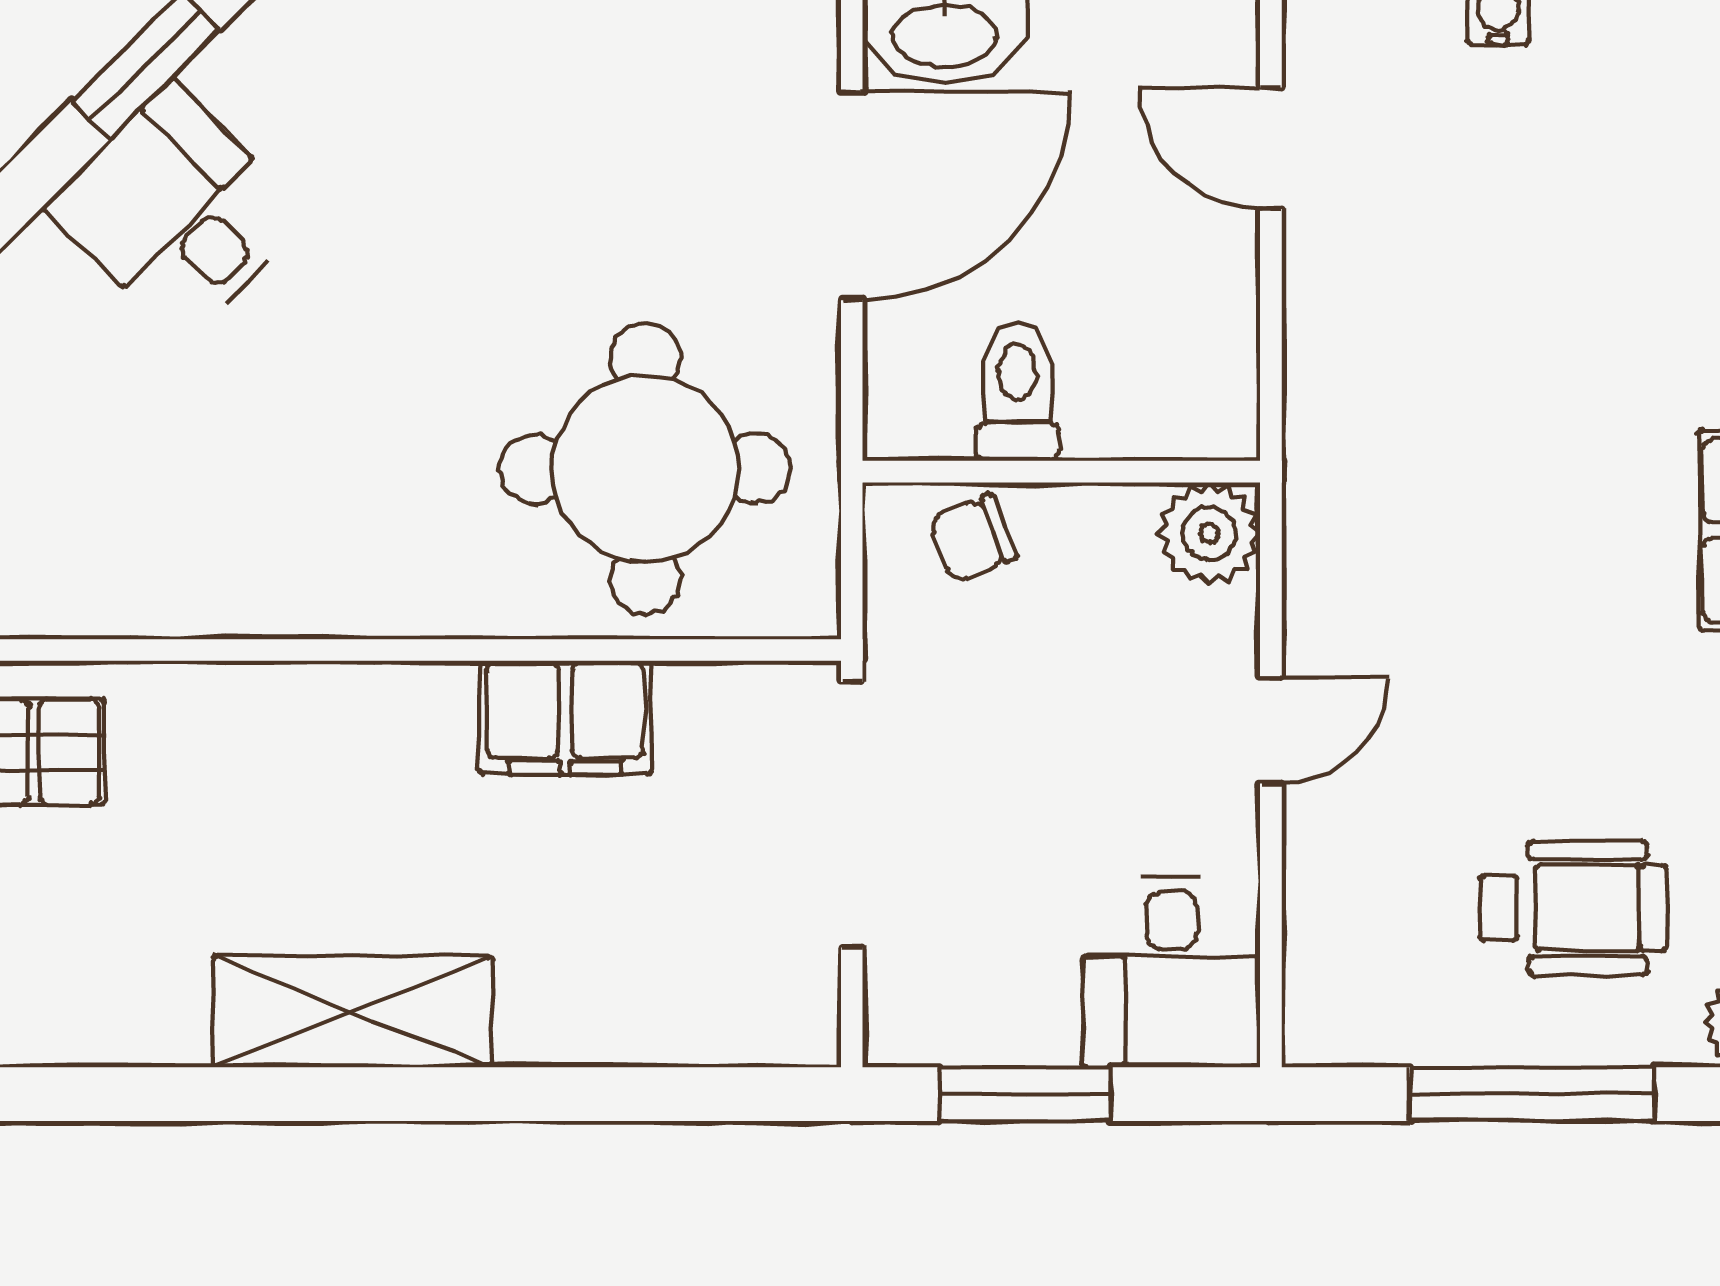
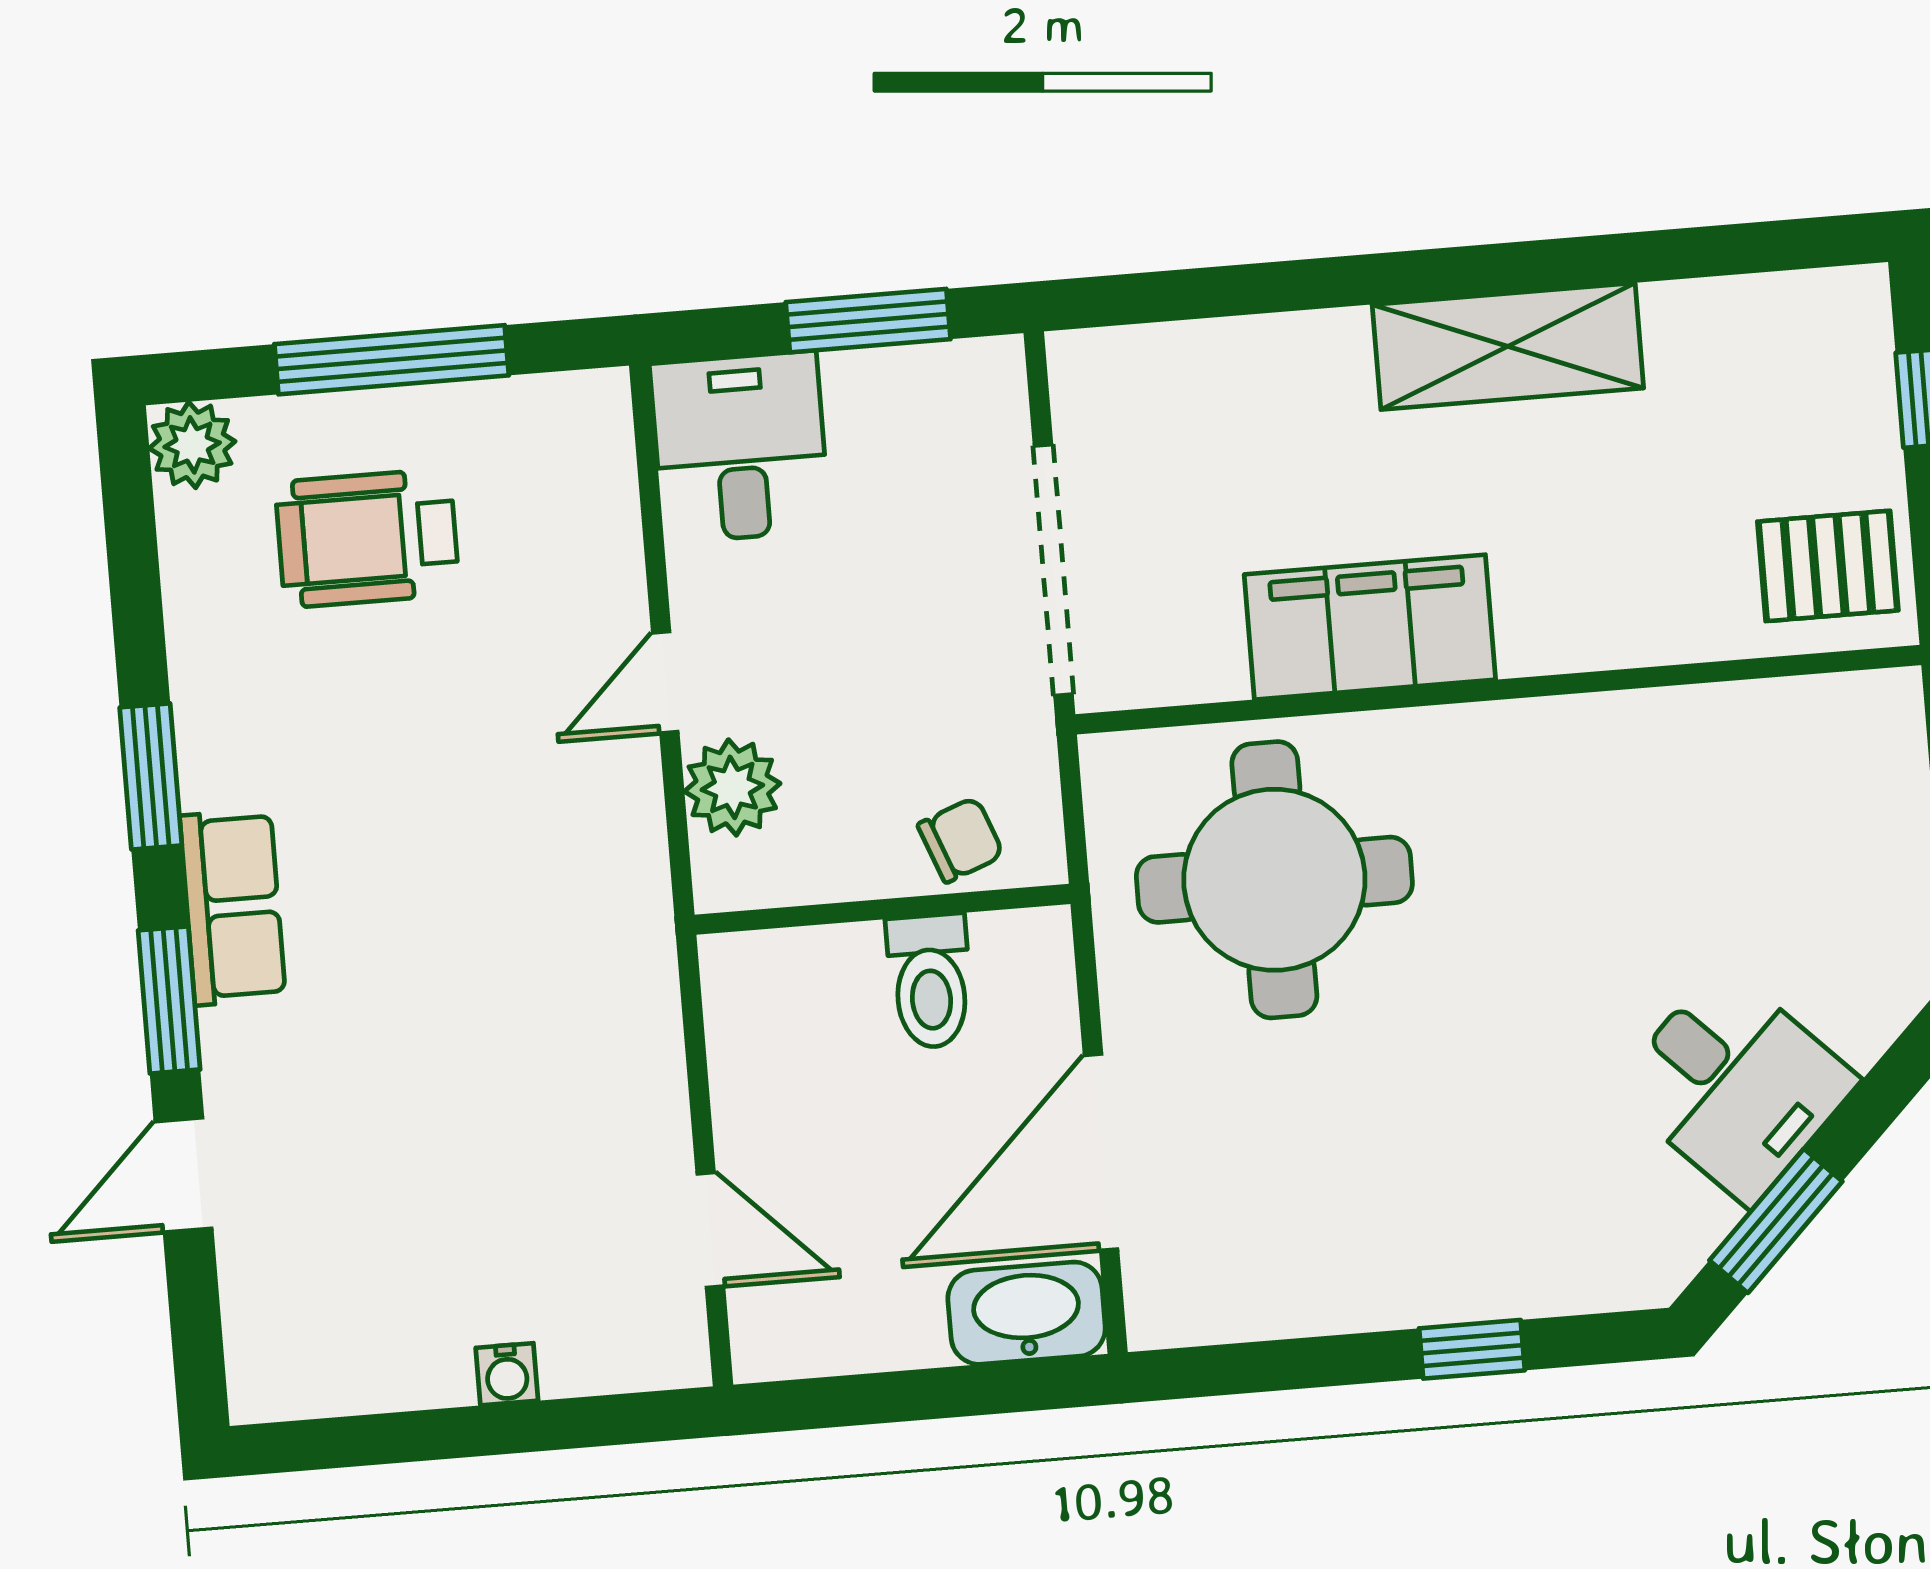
plant: (1209, 533) -> (732, 787), moved
filing cabinet: (565, 718) -> (1370, 627), width x1.50, depth x1.17

